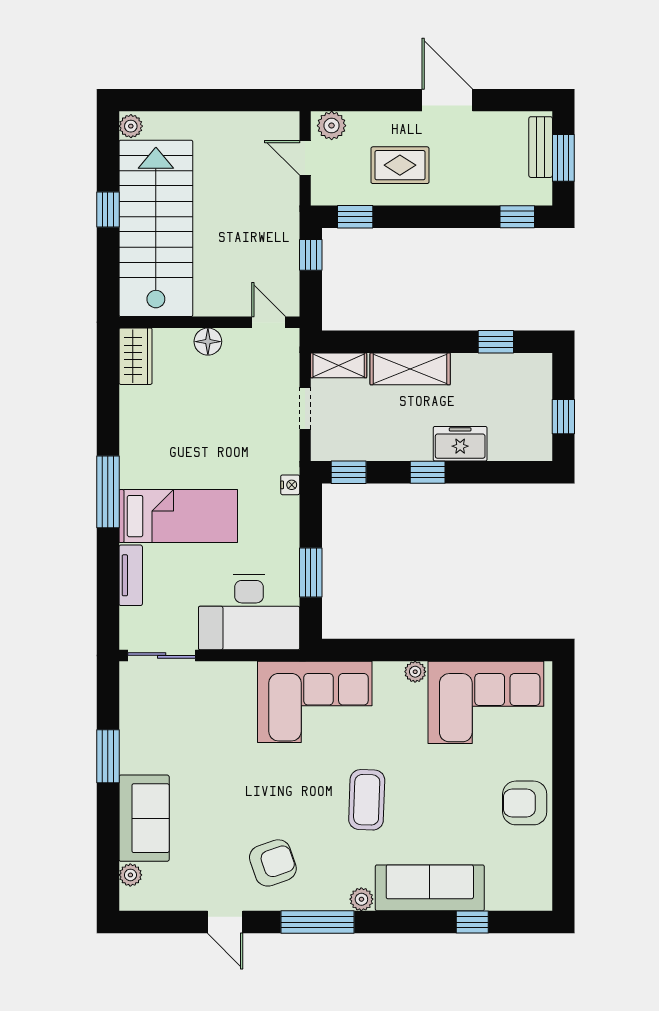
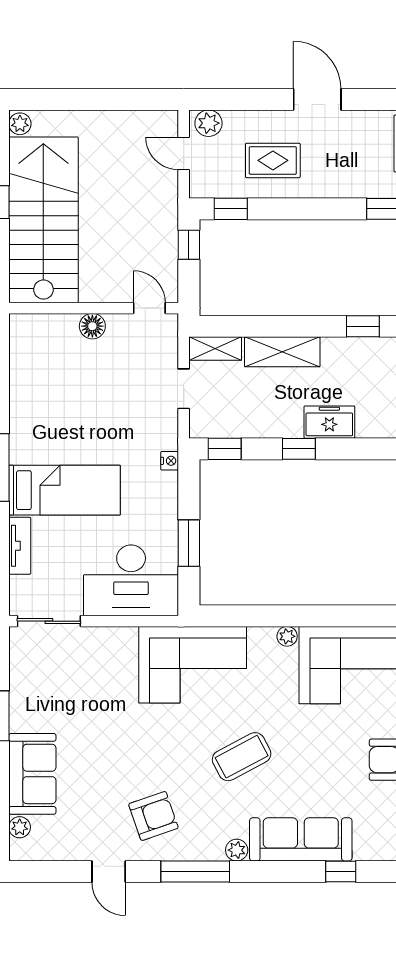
wardrobe: (136, 356) -> (24, 340), removed
coffee table: (367, 800) -> (242, 757), turned 60

